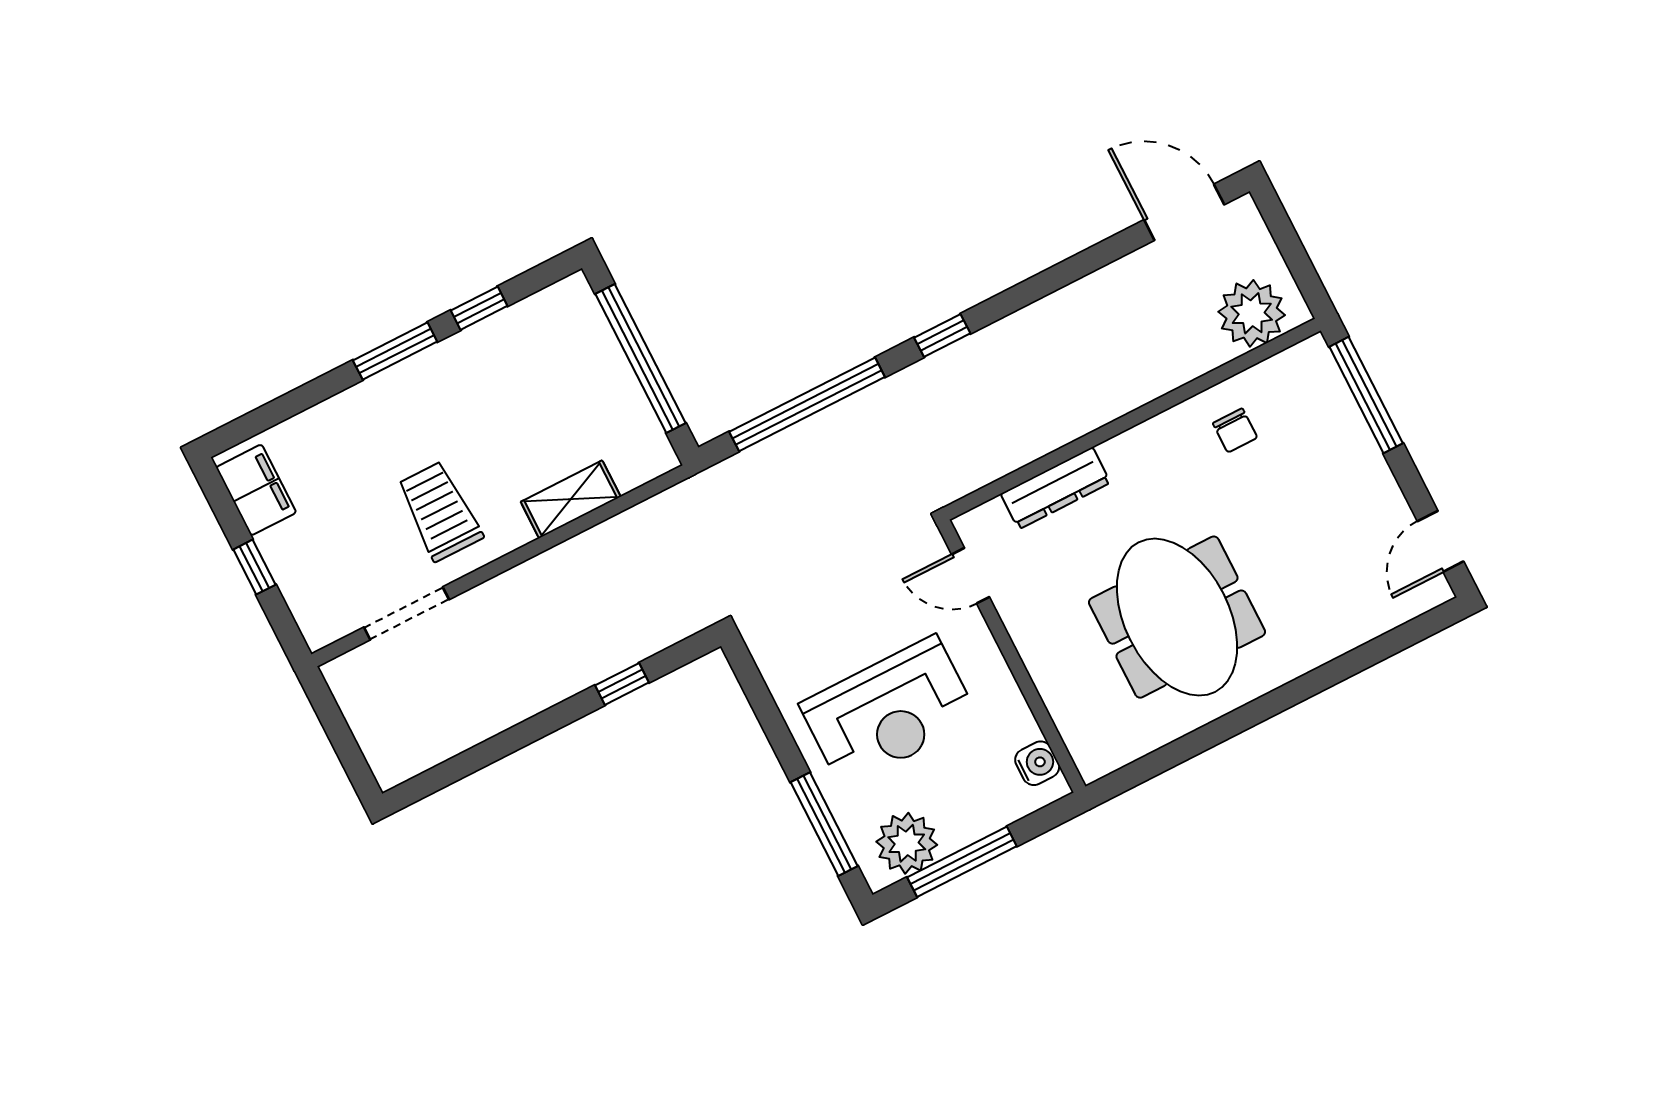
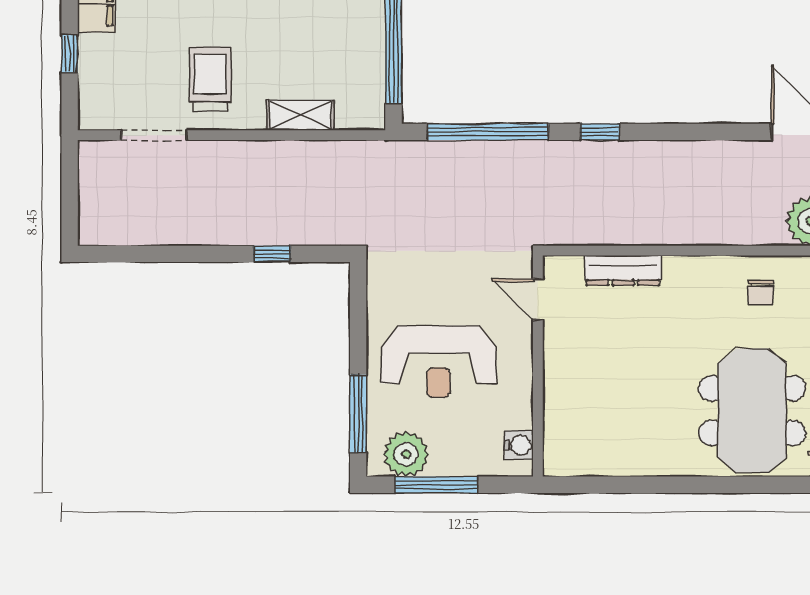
meeting table: (1177, 617) -> (752, 411), moved

